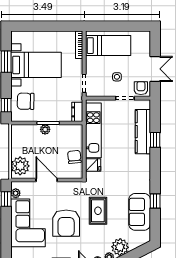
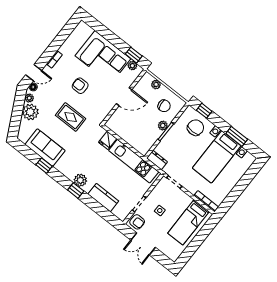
kitchen counter: (143, 132) -> (103, 198), width x0.67
window: (155, 140) -> (76, 191), moved
chair: (74, 157) -> (164, 106), moved
plant: (144, 162) -> (80, 180), added
plant: (20, 166) -> (156, 84), width x0.53, depth x0.53
armchair: (66, 223) -> (80, 86), width x0.53, depth x0.53

